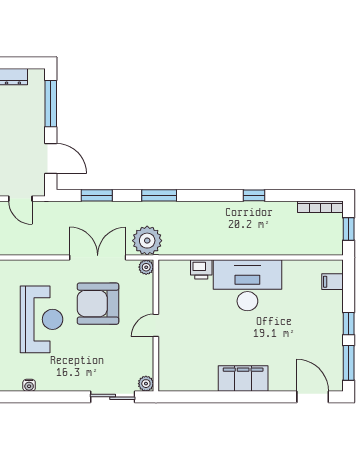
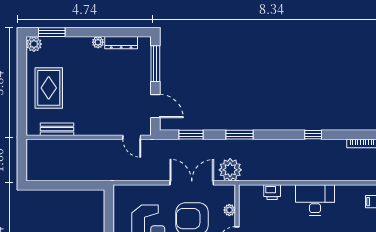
plant: (146, 267) -> (229, 210), moved
desk: (247, 285) -> (315, 200), width x0.73, depth x0.77

